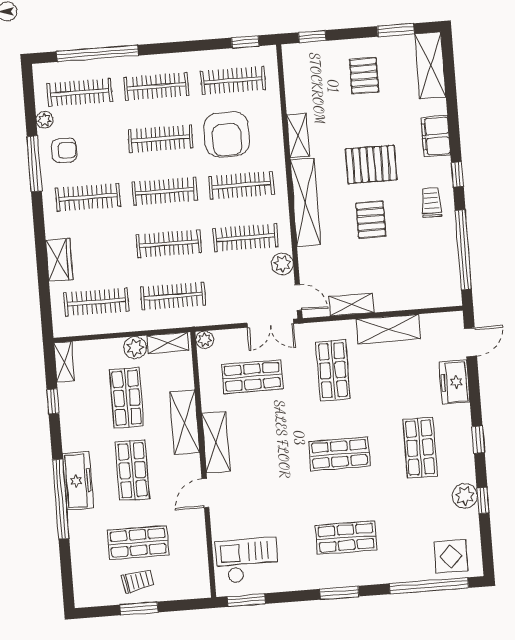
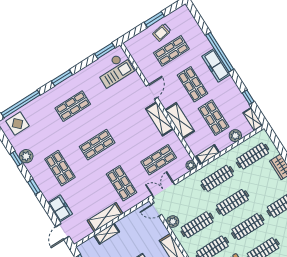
shelving: (351, 304) -> (107, 234), moved
plant: (135, 348) -> (235, 136), moved

